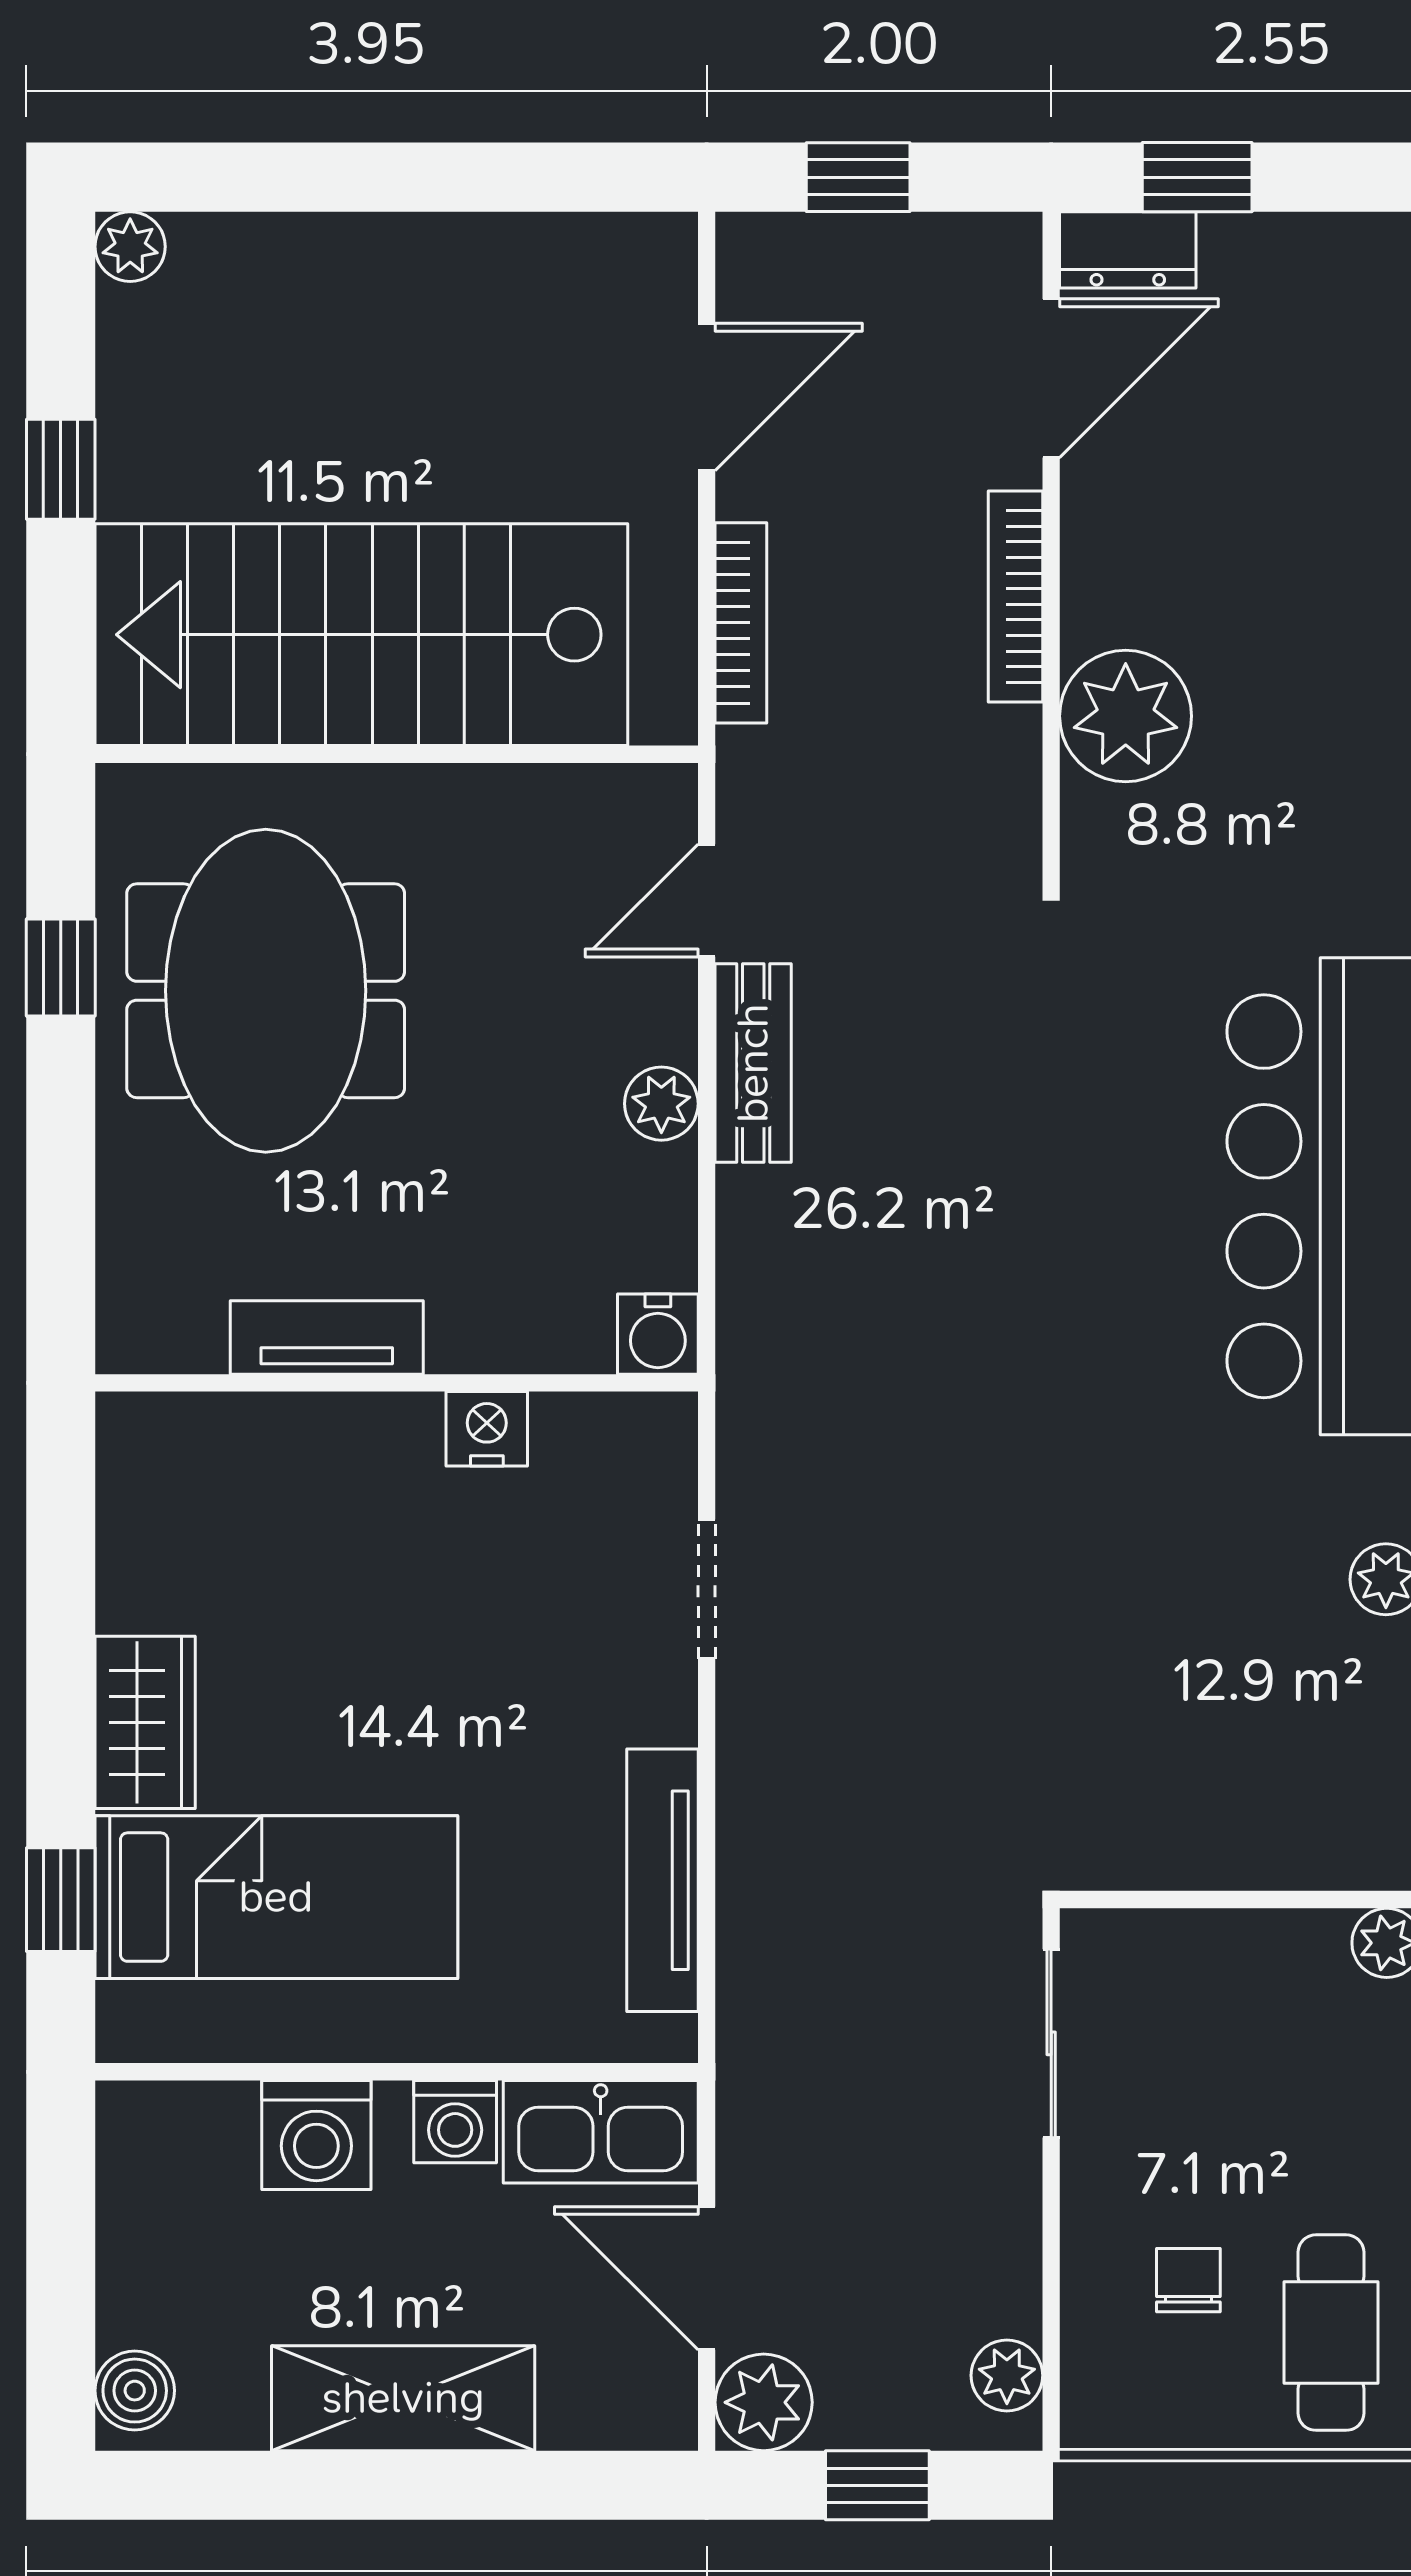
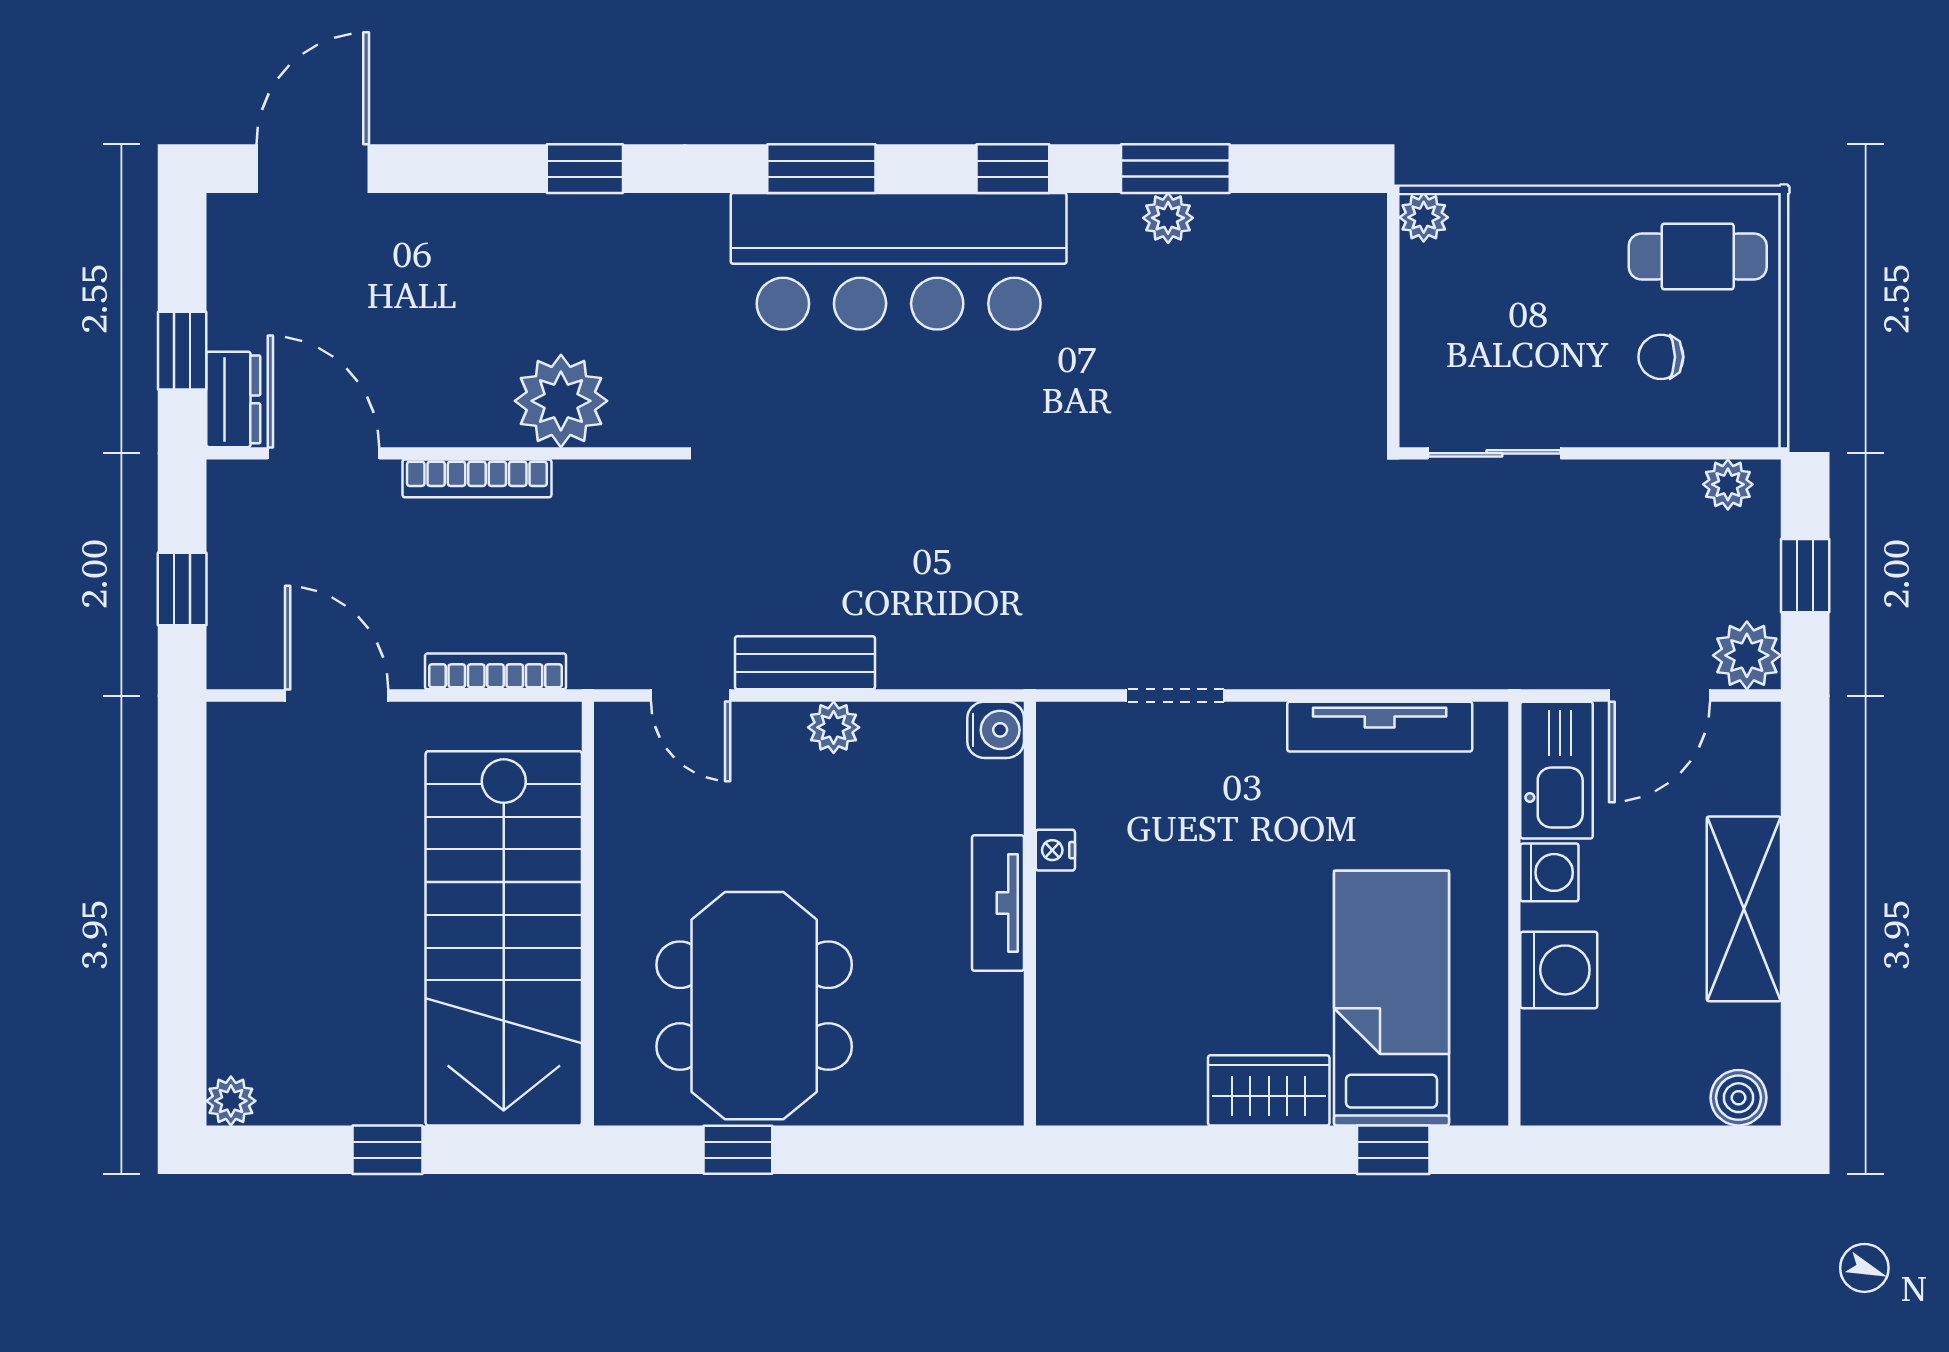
meeting table: (266, 991) -> (754, 1006), turned 90
tv unit: (327, 1337) -> (998, 903), moved
nightstand: (487, 1429) -> (1055, 850), width x0.72, depth x0.74

